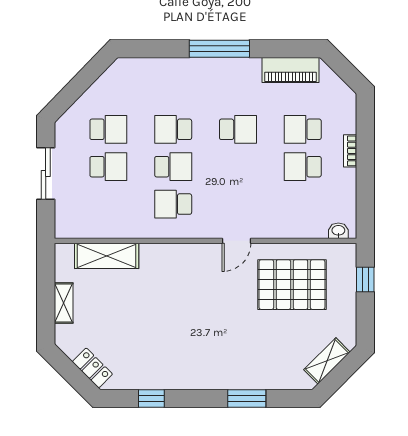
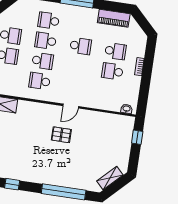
school desk: (173, 92) -> (49, 21), added
school desk: (303, 129) -> (115, 51), turned 180
pallet: (292, 285) -> (61, 135), moved, width x0.49, depth x0.50
window: (247, 399) -> (64, 192), width x2.11

